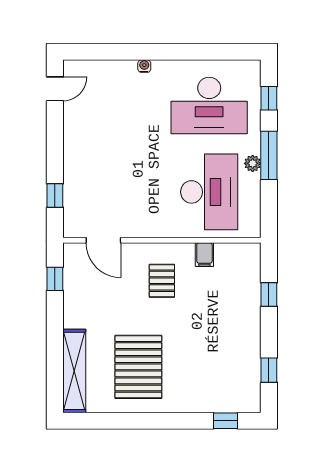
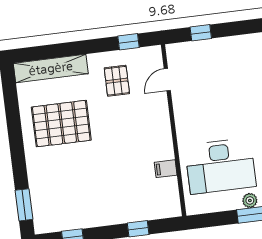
door: (103, 240) -> (167, 80), width x0.73
pallet: (162, 281) -> (117, 81), moved, turned 90
window: (225, 421) -> (24, 205), width x1.50

